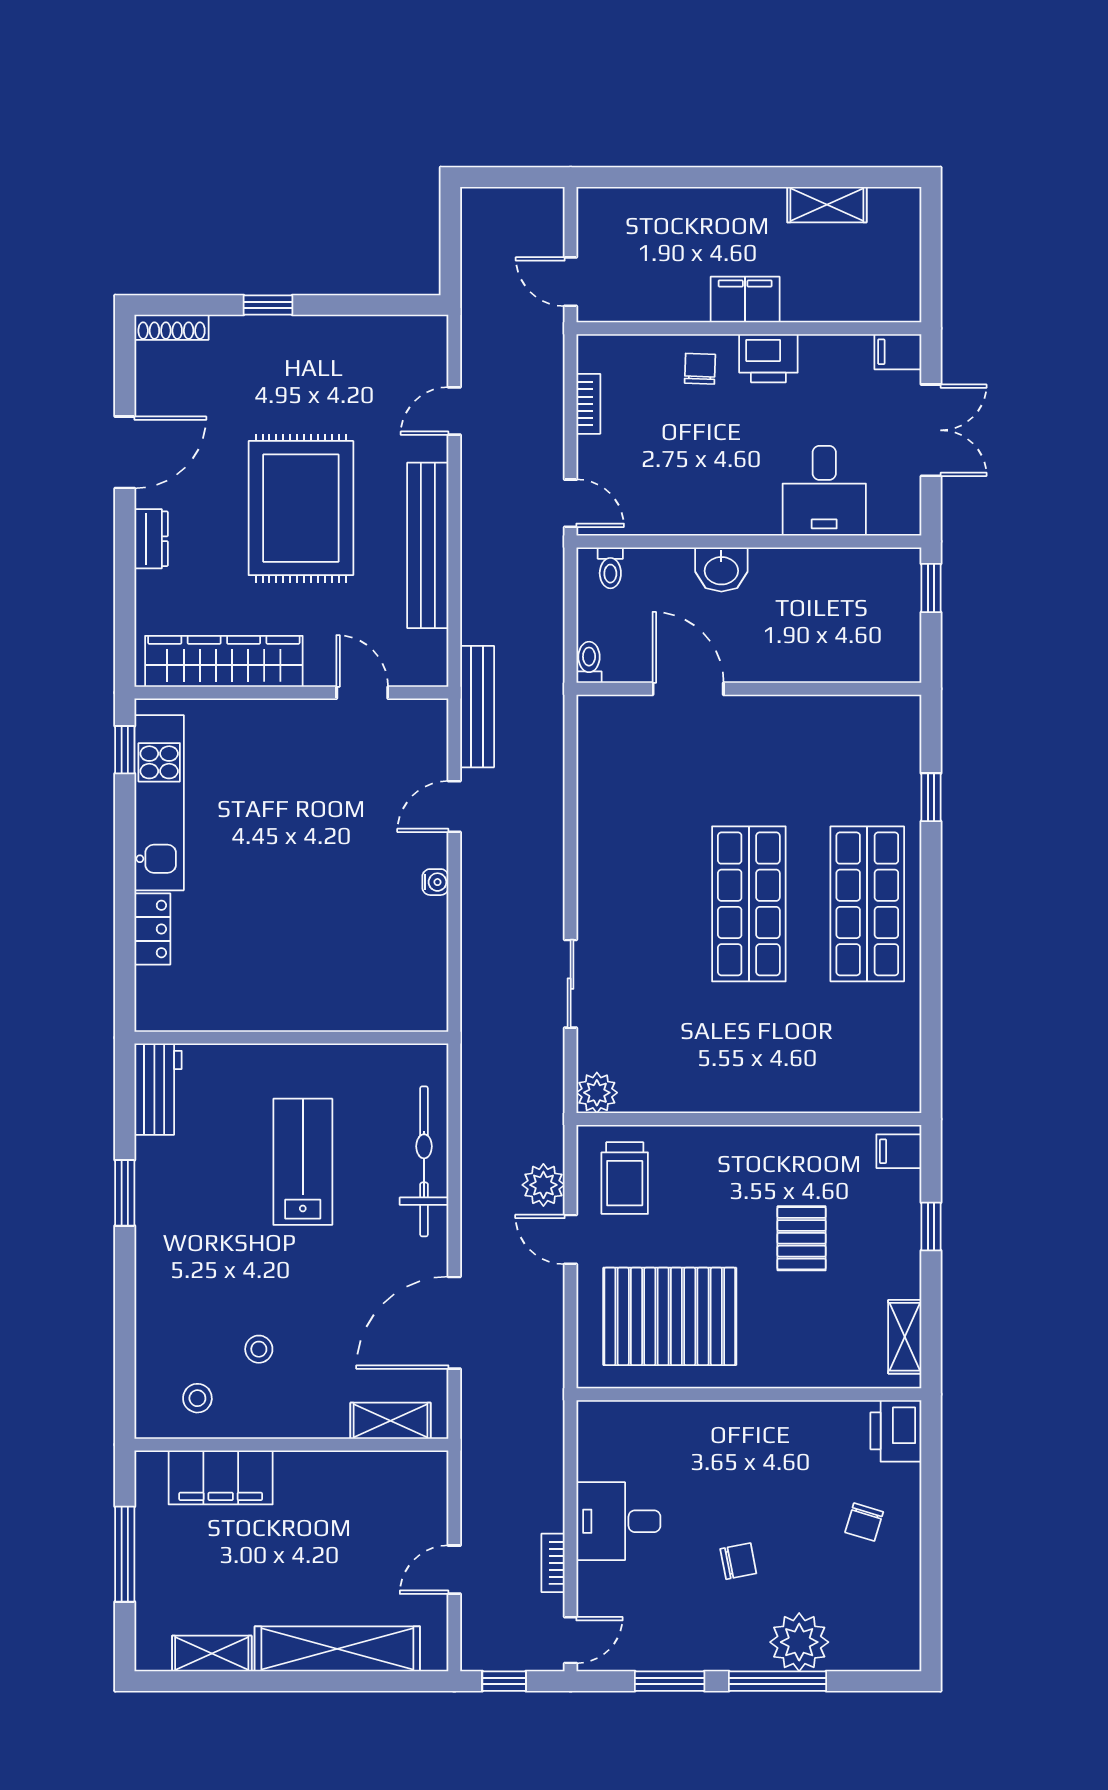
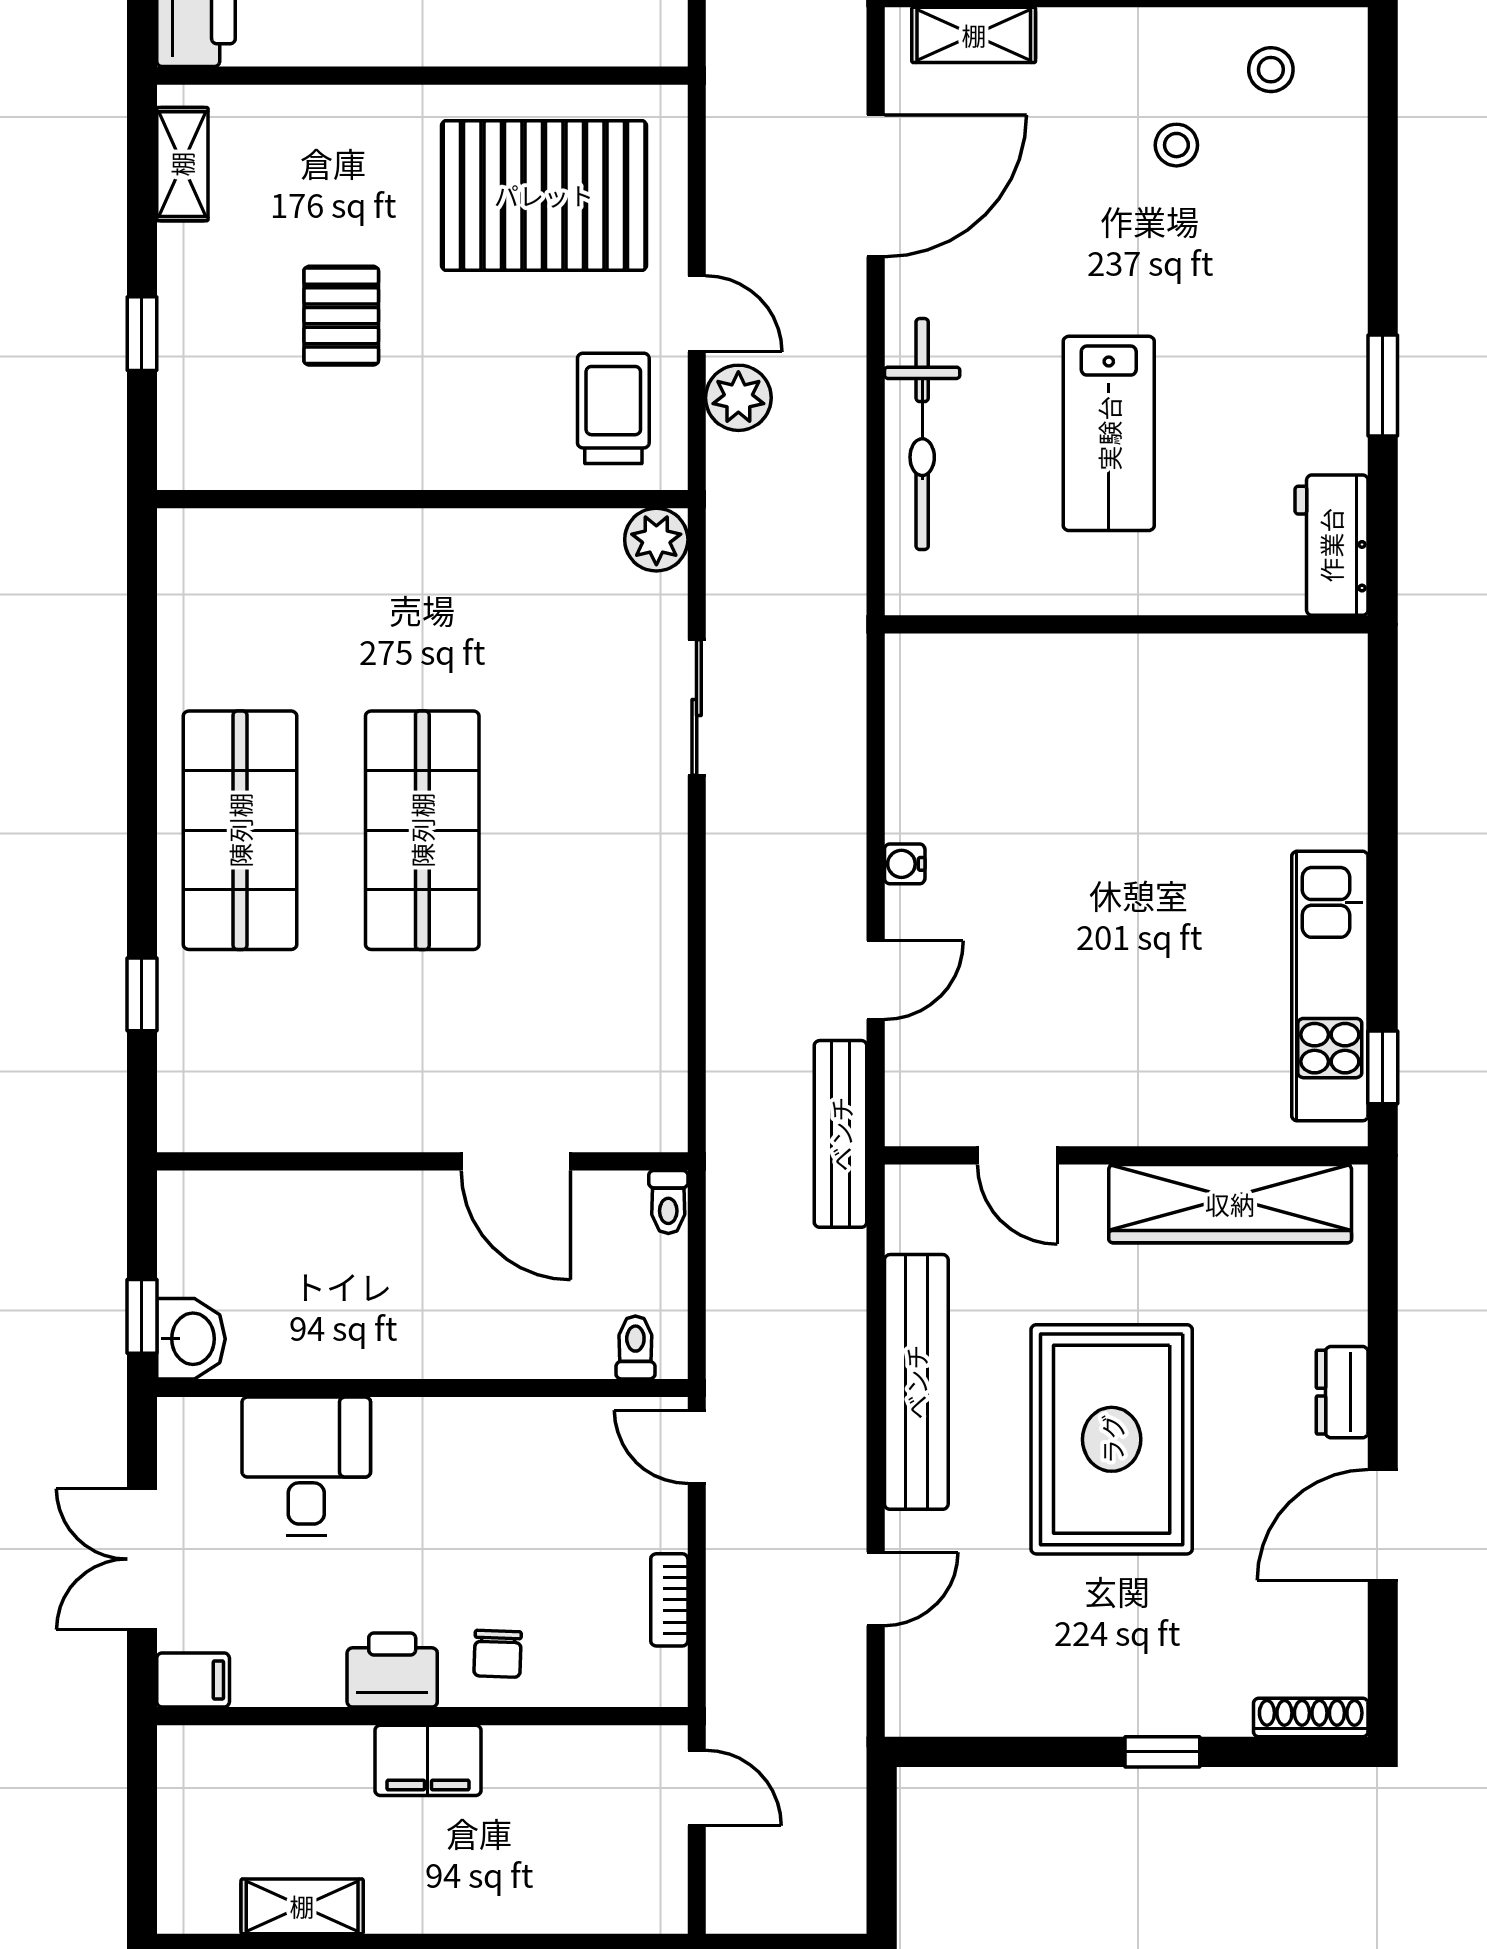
washbasin: (721, 569) -> (191, 1339), moved, turned 90
locker: (152, 929) -> (1340, 792), removed
filing cabinet: (899, 1151) -> (192, 450), removed

